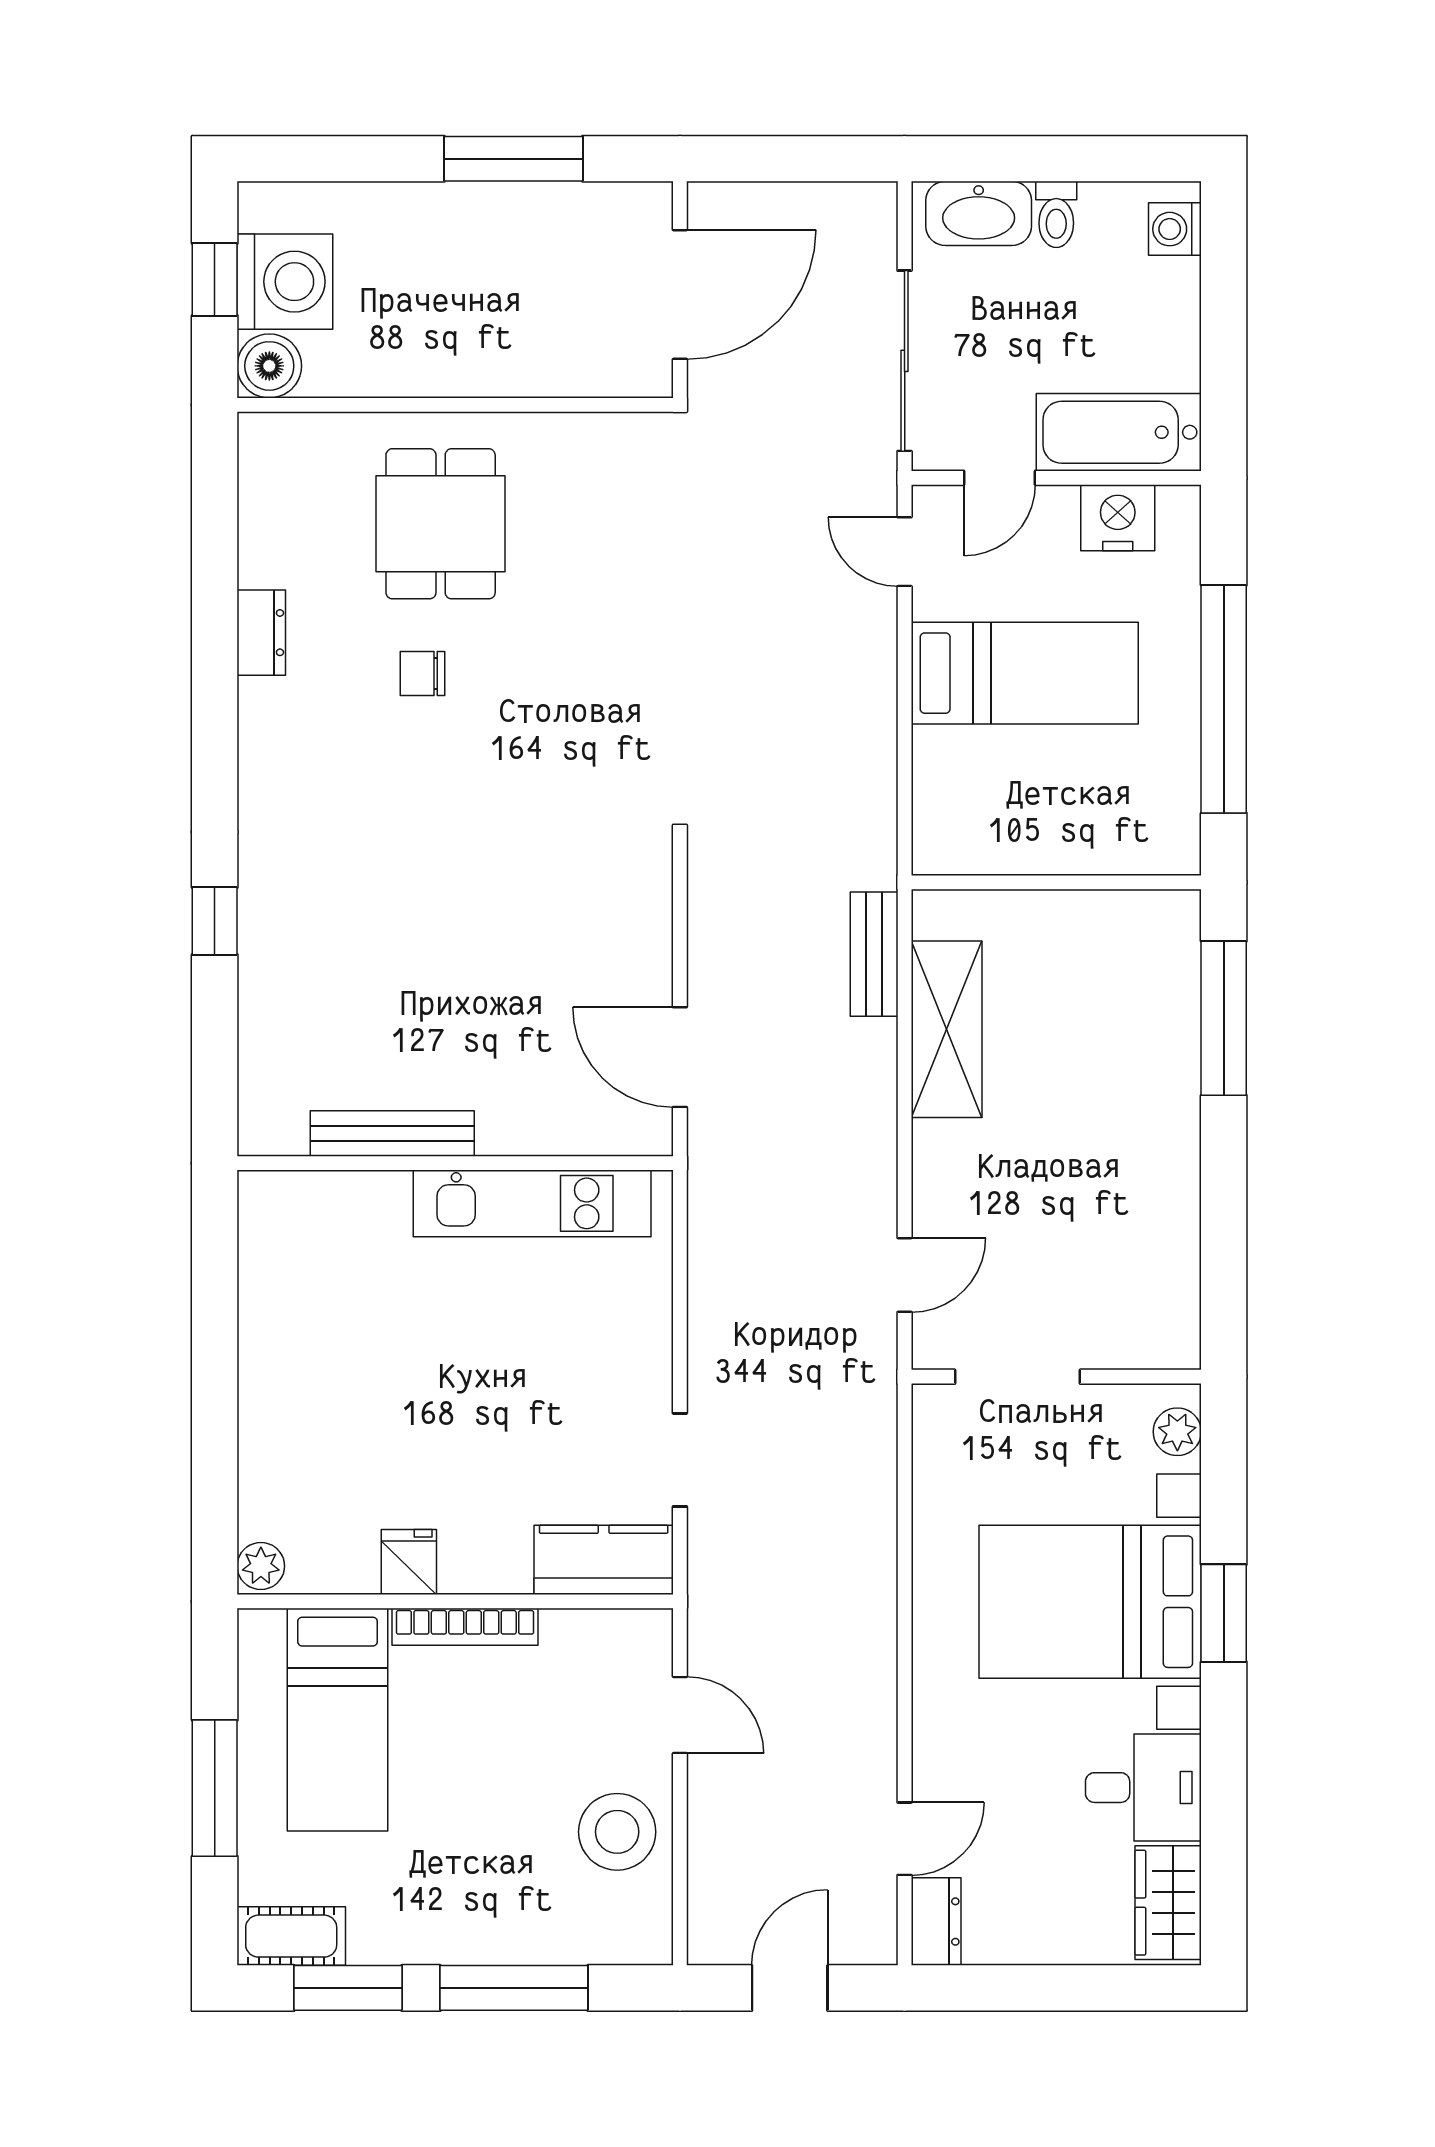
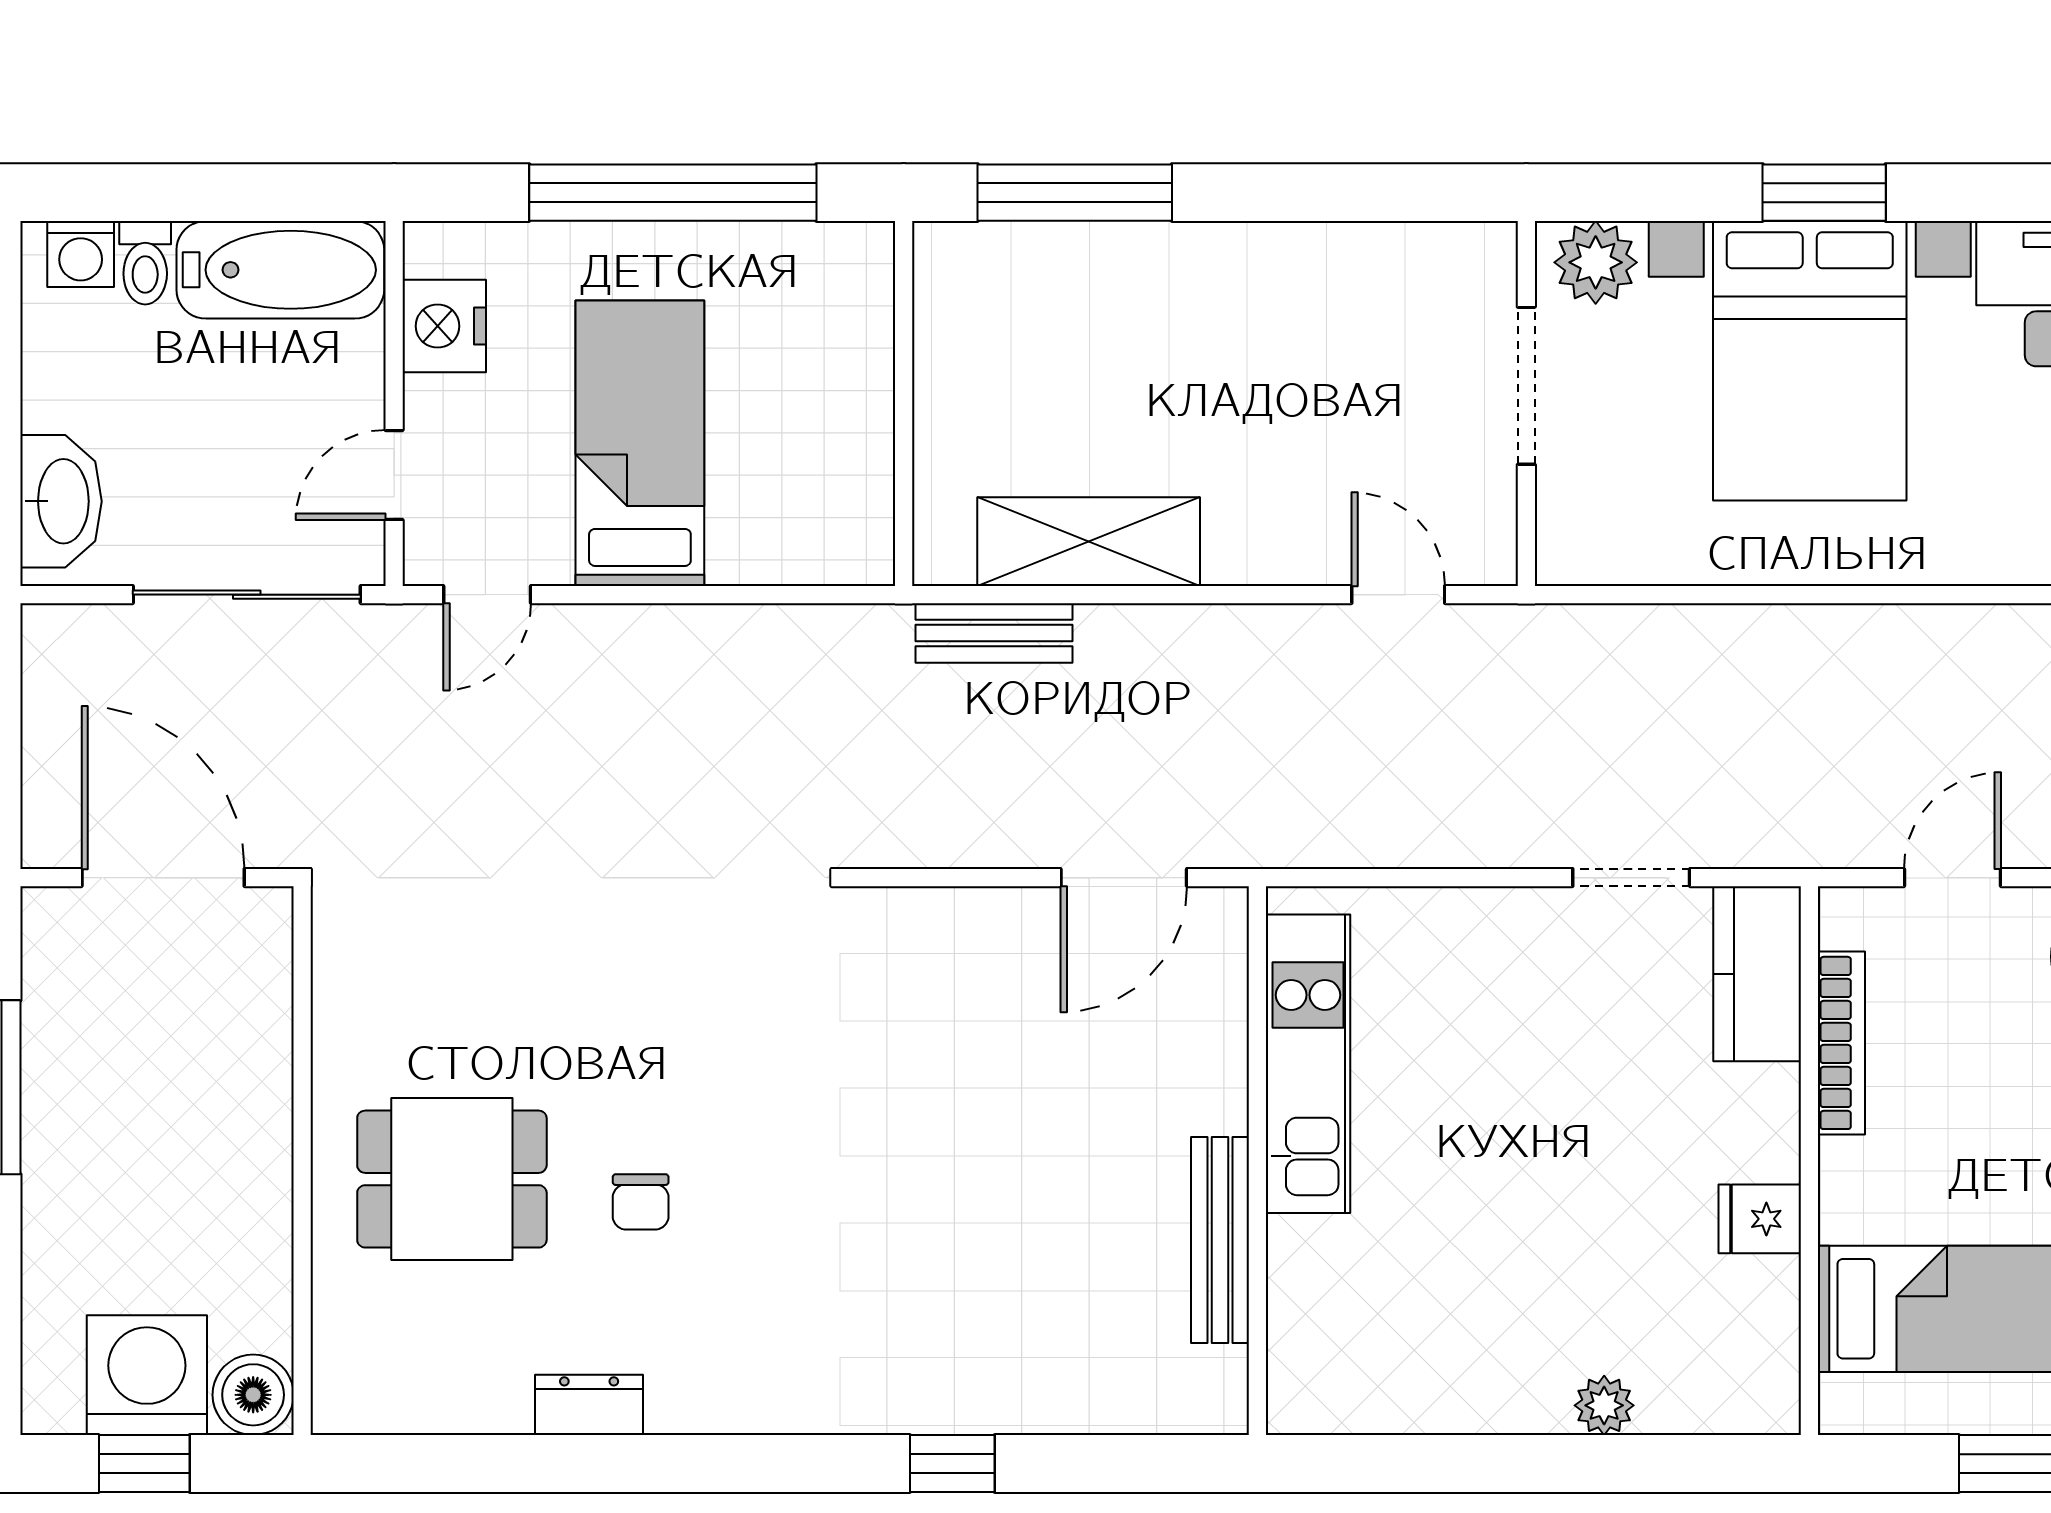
toilet: (1056, 214) -> (145, 263), moved, turned 90
bathtub: (1119, 432) -> (280, 270), moved, turned -90
door: (999, 478) -> (394, 475), swing flipped
doorway: (1018, 1377) -> (1526, 386), moved
plant: (1177, 1432) -> (1596, 262), width x1.38, depth x1.38
plant: (261, 1566) -> (1604, 1405), moved
bookcase: (465, 1627) -> (1841, 1043), moved

